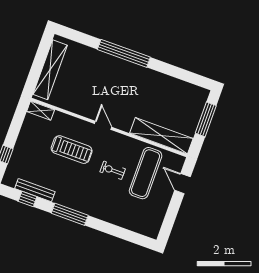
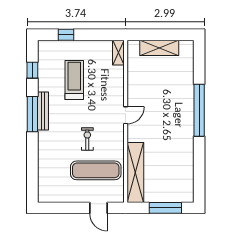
shelving: (50, 70) -> (159, 48), width x0.68
treadmill: (72, 150) -> (74, 80), moved, turned 180
door: (182, 184) -> (98, 208), swing flipped
bench: (35, 190) -> (43, 111), moved

